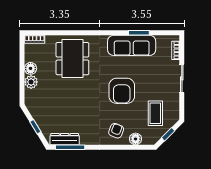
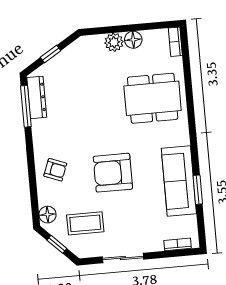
sliding door: (182, 78) -> (123, 258), moved
floor lamp: (136, 139) -> (48, 215), moved

